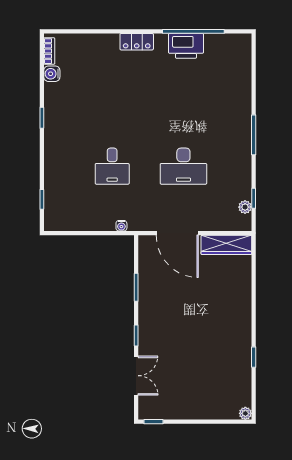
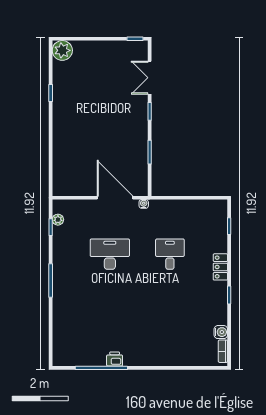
locker: (137, 42) -> (220, 267), moved, turned -90
printer: (186, 46) -> (115, 359), width x0.53, depth x0.68
water cooler: (121, 226) -> (144, 204), moved
wardrobe: (226, 245) -> (74, 188), removed
plant: (245, 413) -> (62, 50), width x1.87, depth x1.87

